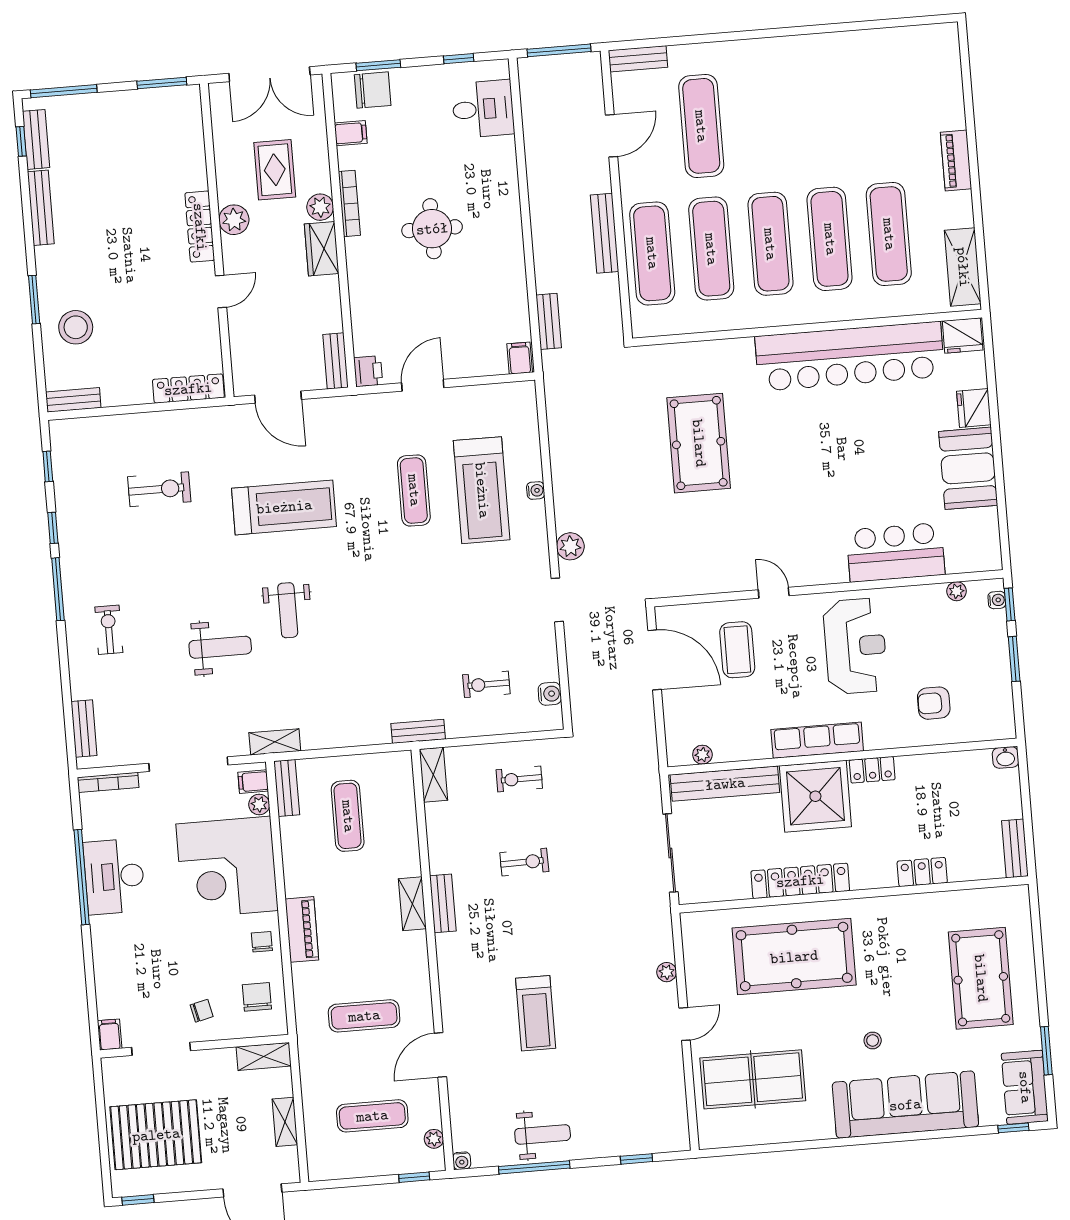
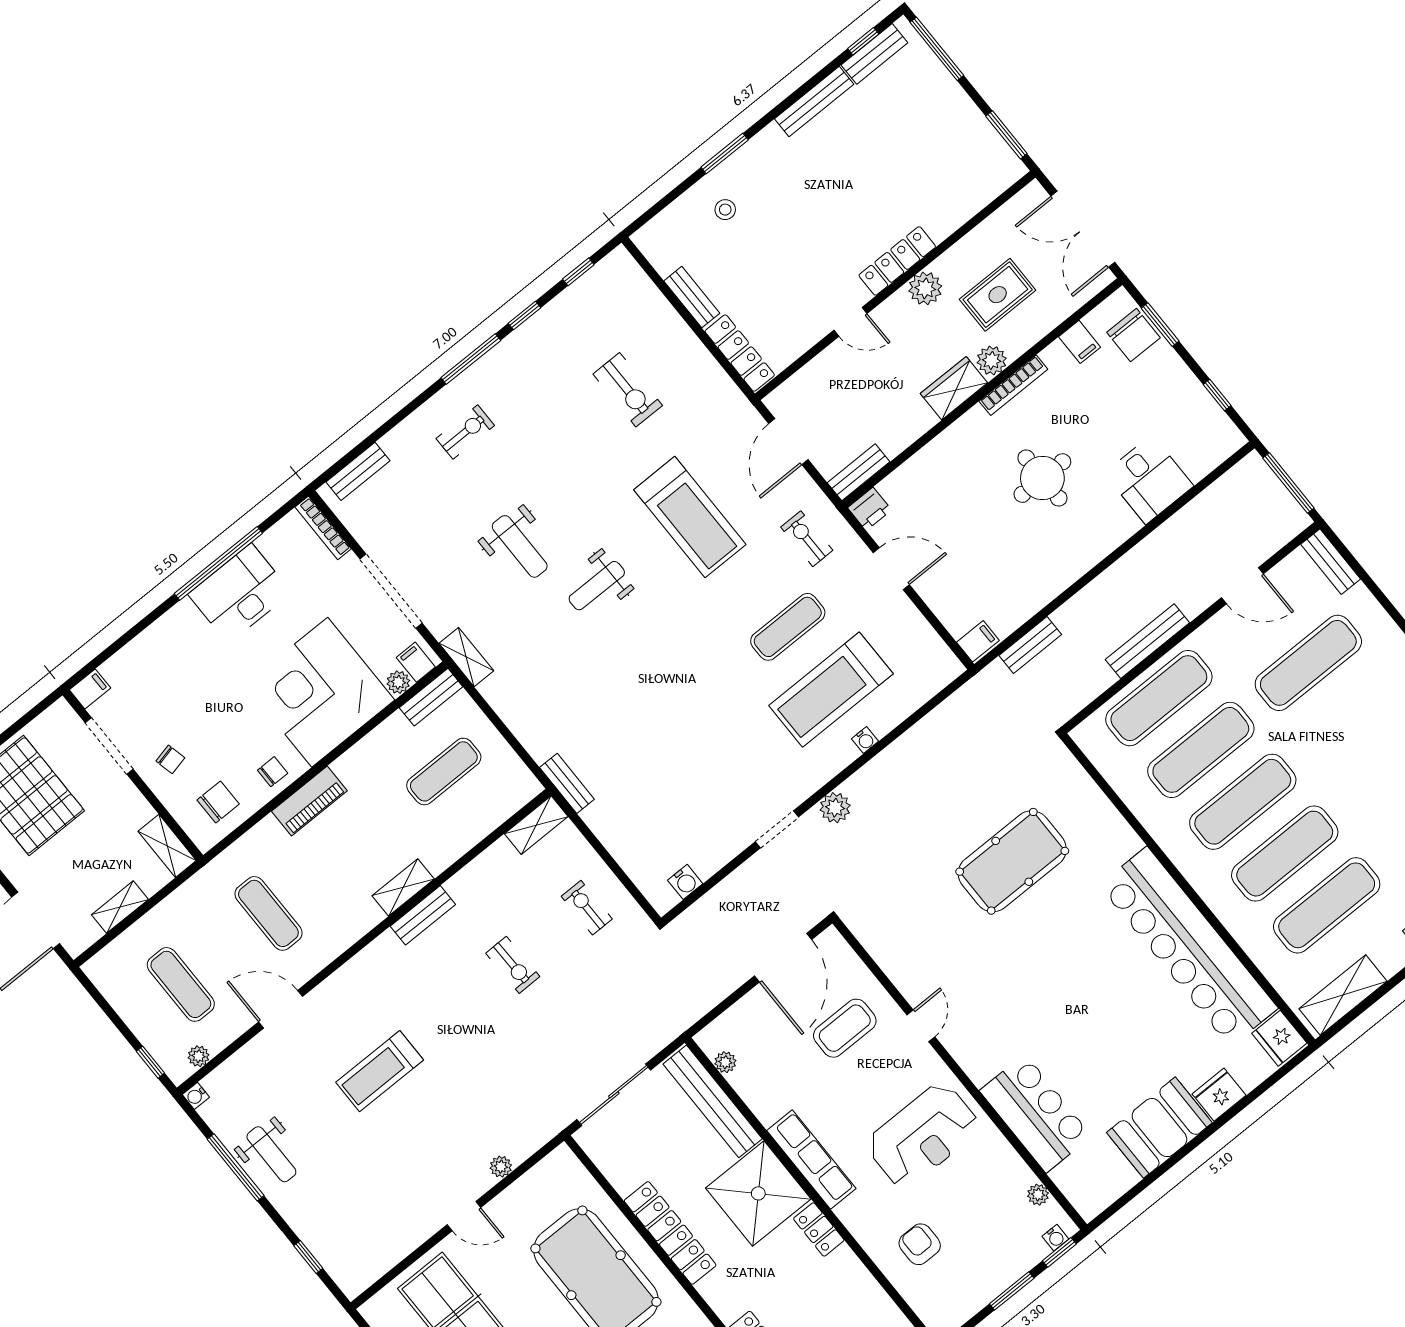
desk: (483, 109) -> (1149, 480), moved
stool: (76, 327) -> (725, 210), width x0.53, depth x0.53
bench: (73, 400) -> (692, 297), moved
exercise bike: (486, 684) -> (807, 539), moved

